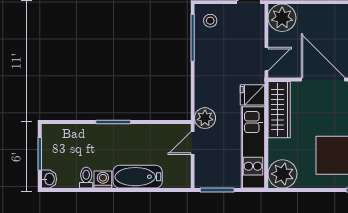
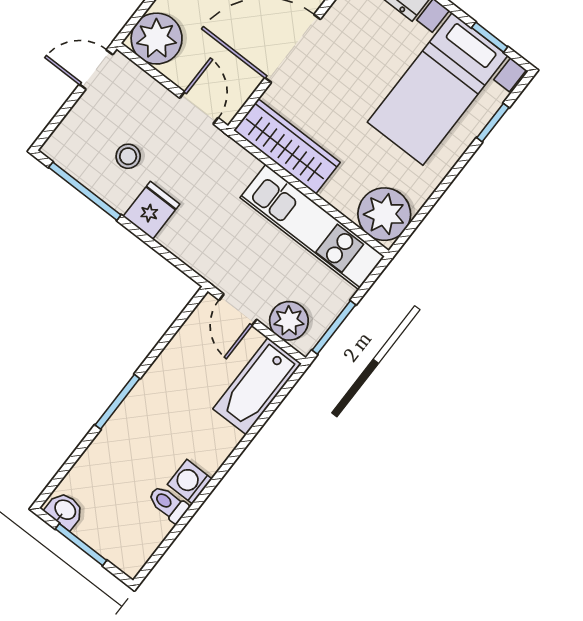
stool: (210, 21) -> (128, 156), moved
fridge: (252, 95) -> (151, 210), moved, turned 180
plant: (205, 118) -> (289, 321), moved
bathtub: (138, 177) -> (257, 386), moved
washbasin: (49, 179) -> (65, 510), moved

